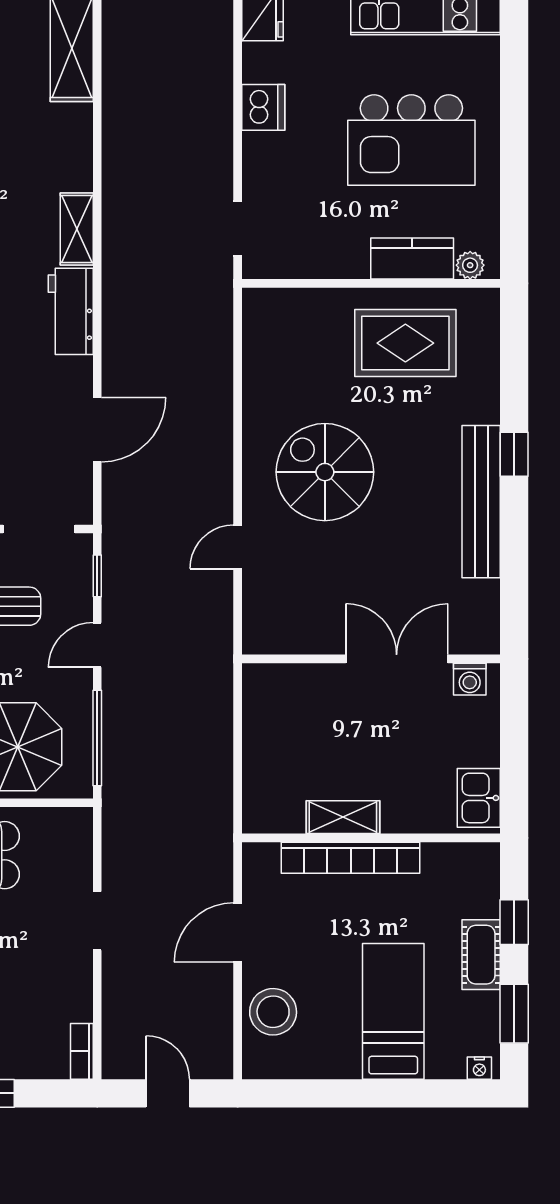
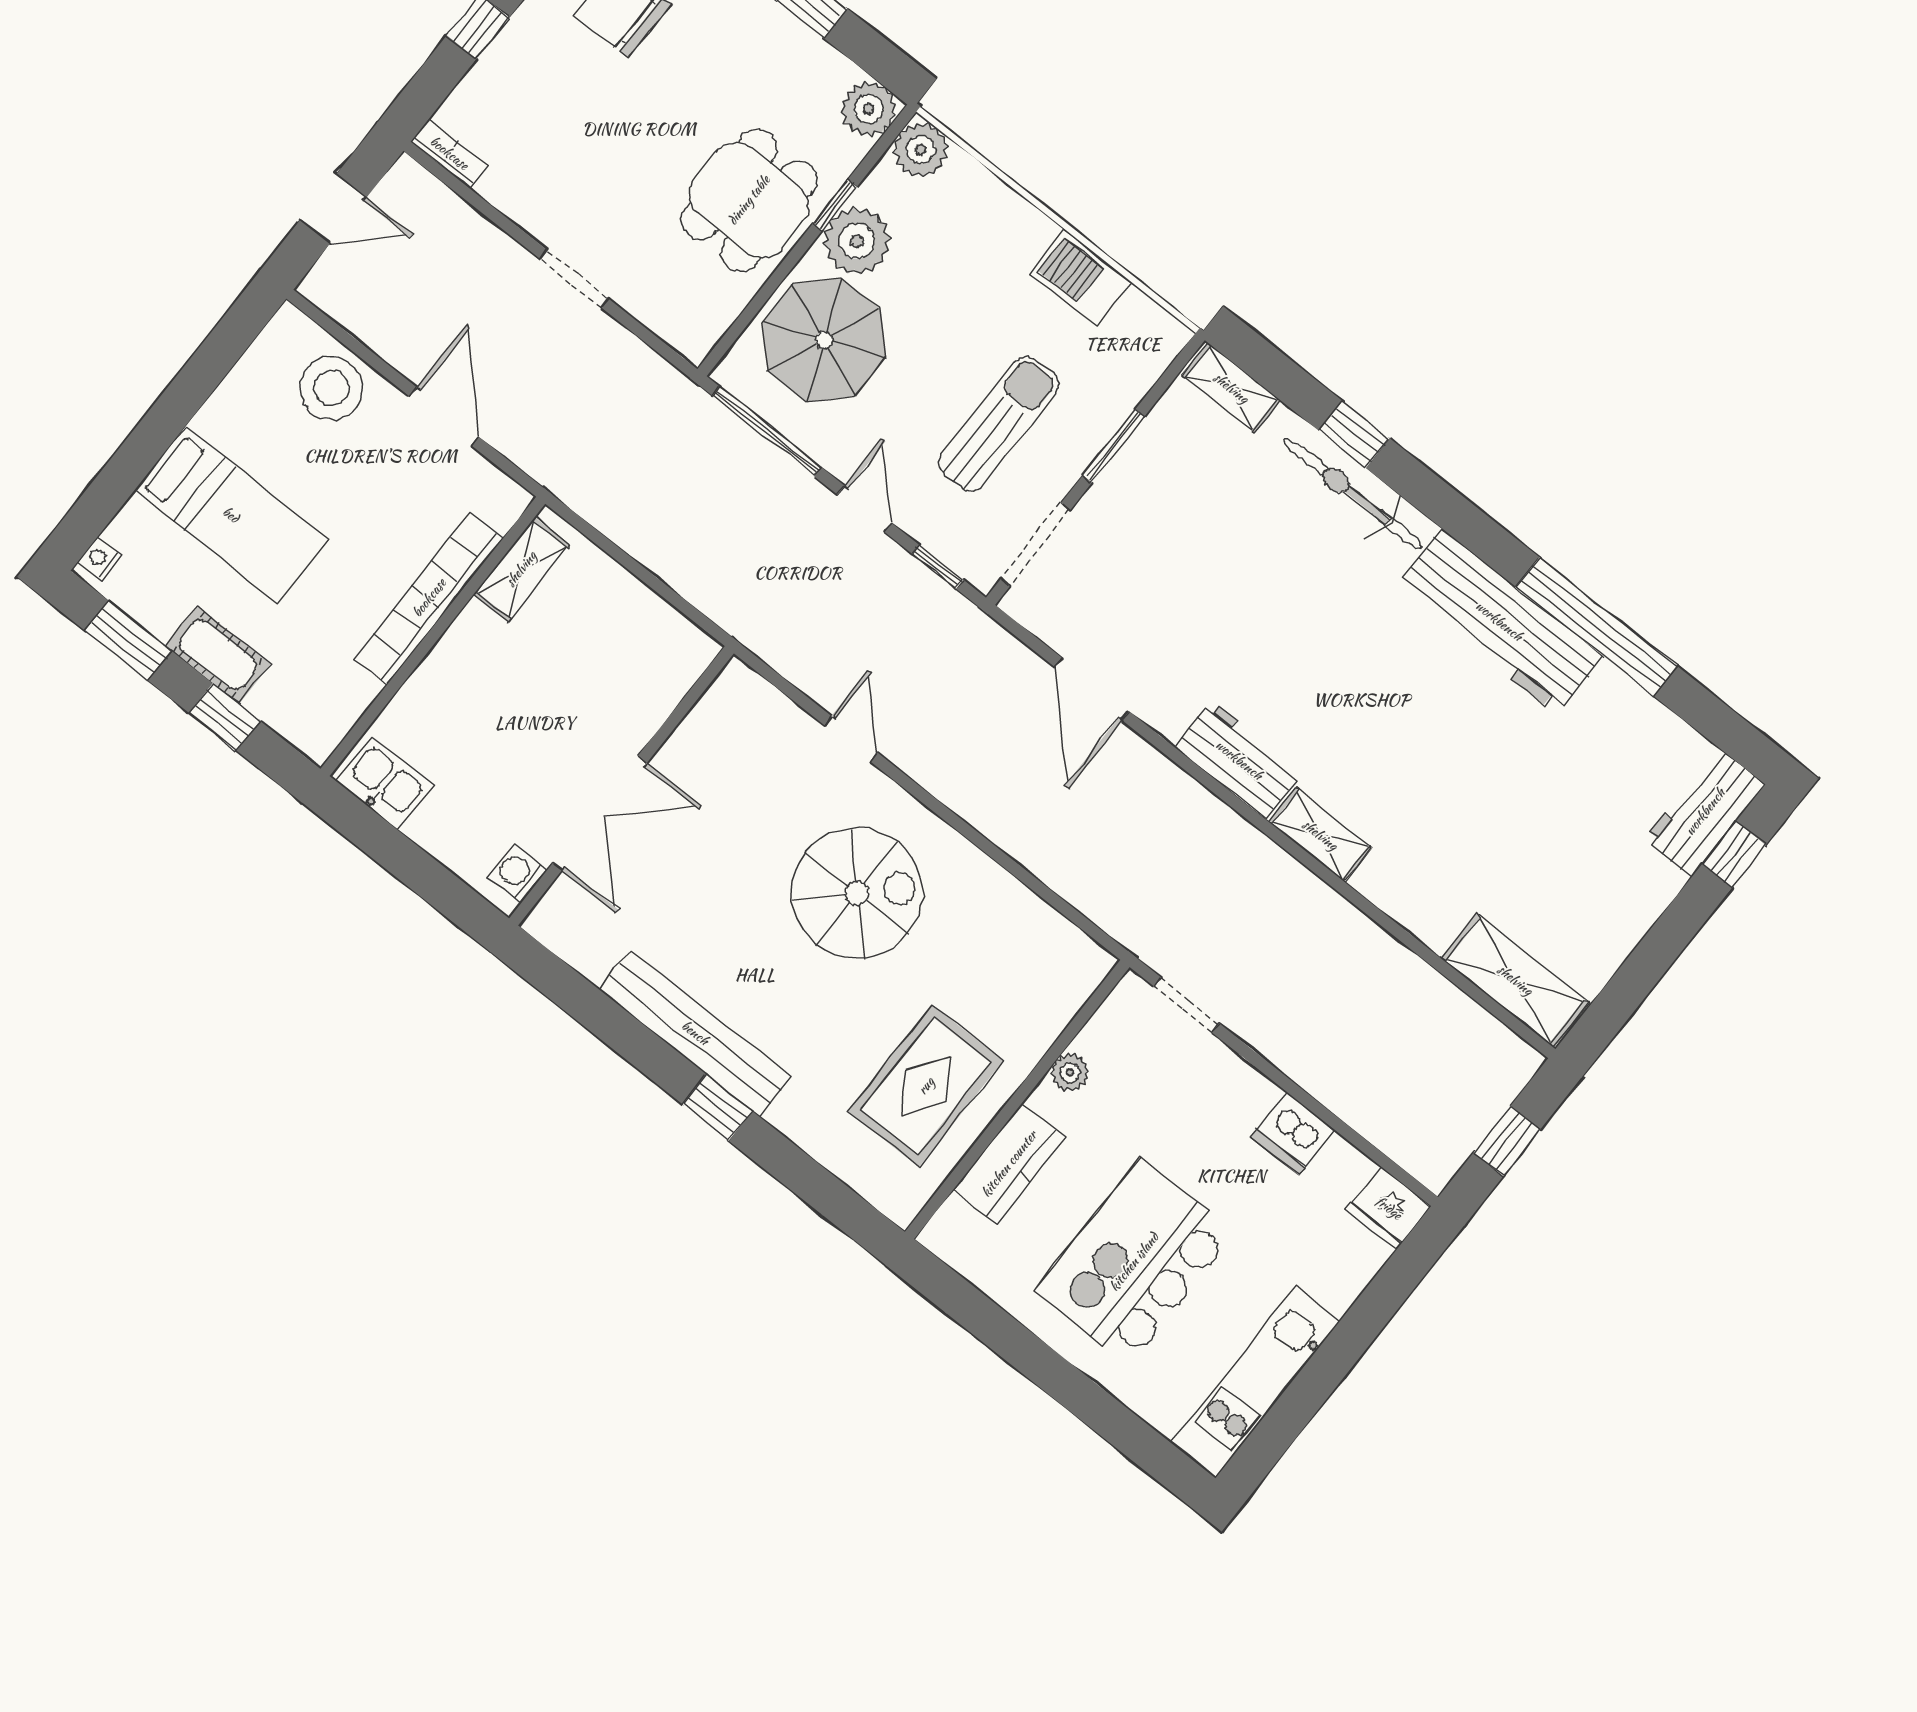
plant: (470, 265) -> (1070, 1072), moved
shelving: (343, 817) -> (521, 569), moved

